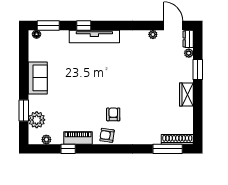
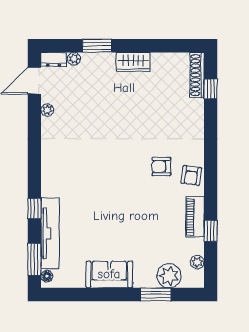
tv unit: (94, 36) -> (50, 233), moved
window: (168, 149) -> (211, 89), width x0.46

